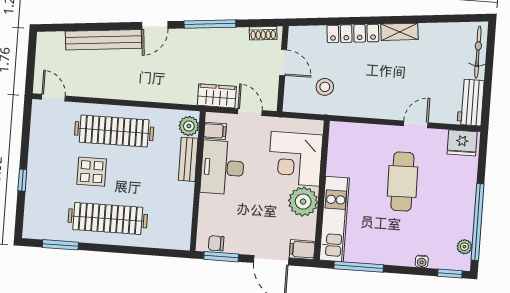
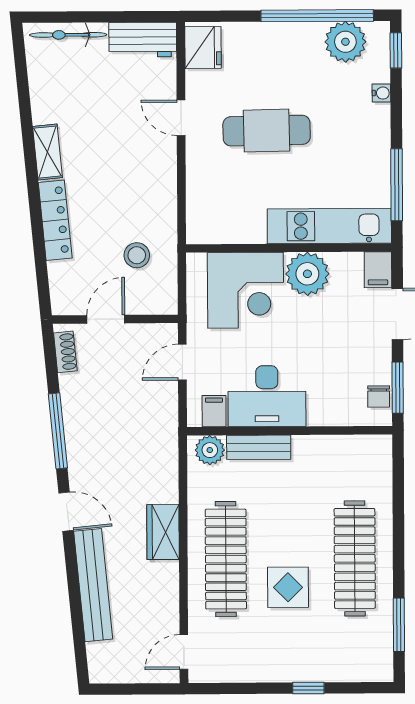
wardrobe: (217, 96) -> (163, 532), moved
plant: (464, 247) -> (345, 42), width x1.88, depth x1.88

